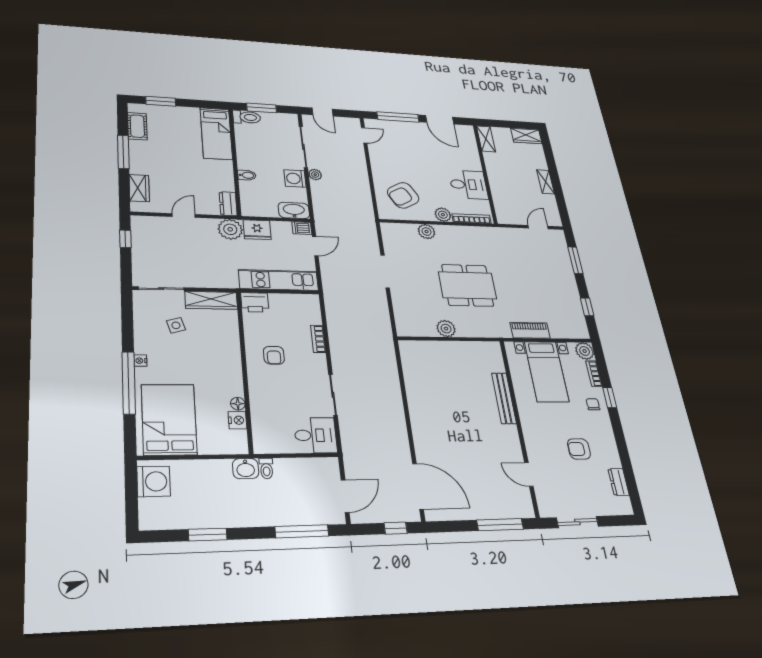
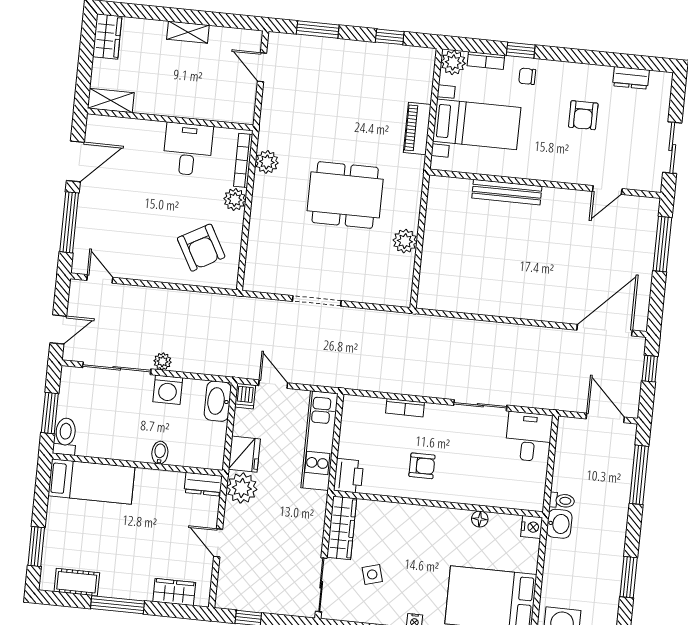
plant: (427, 232) -> (267, 162), moved
dining table: (468, 285) -> (345, 195), turned 90
nightstand: (237, 420) -> (532, 527), moved, turned 90

